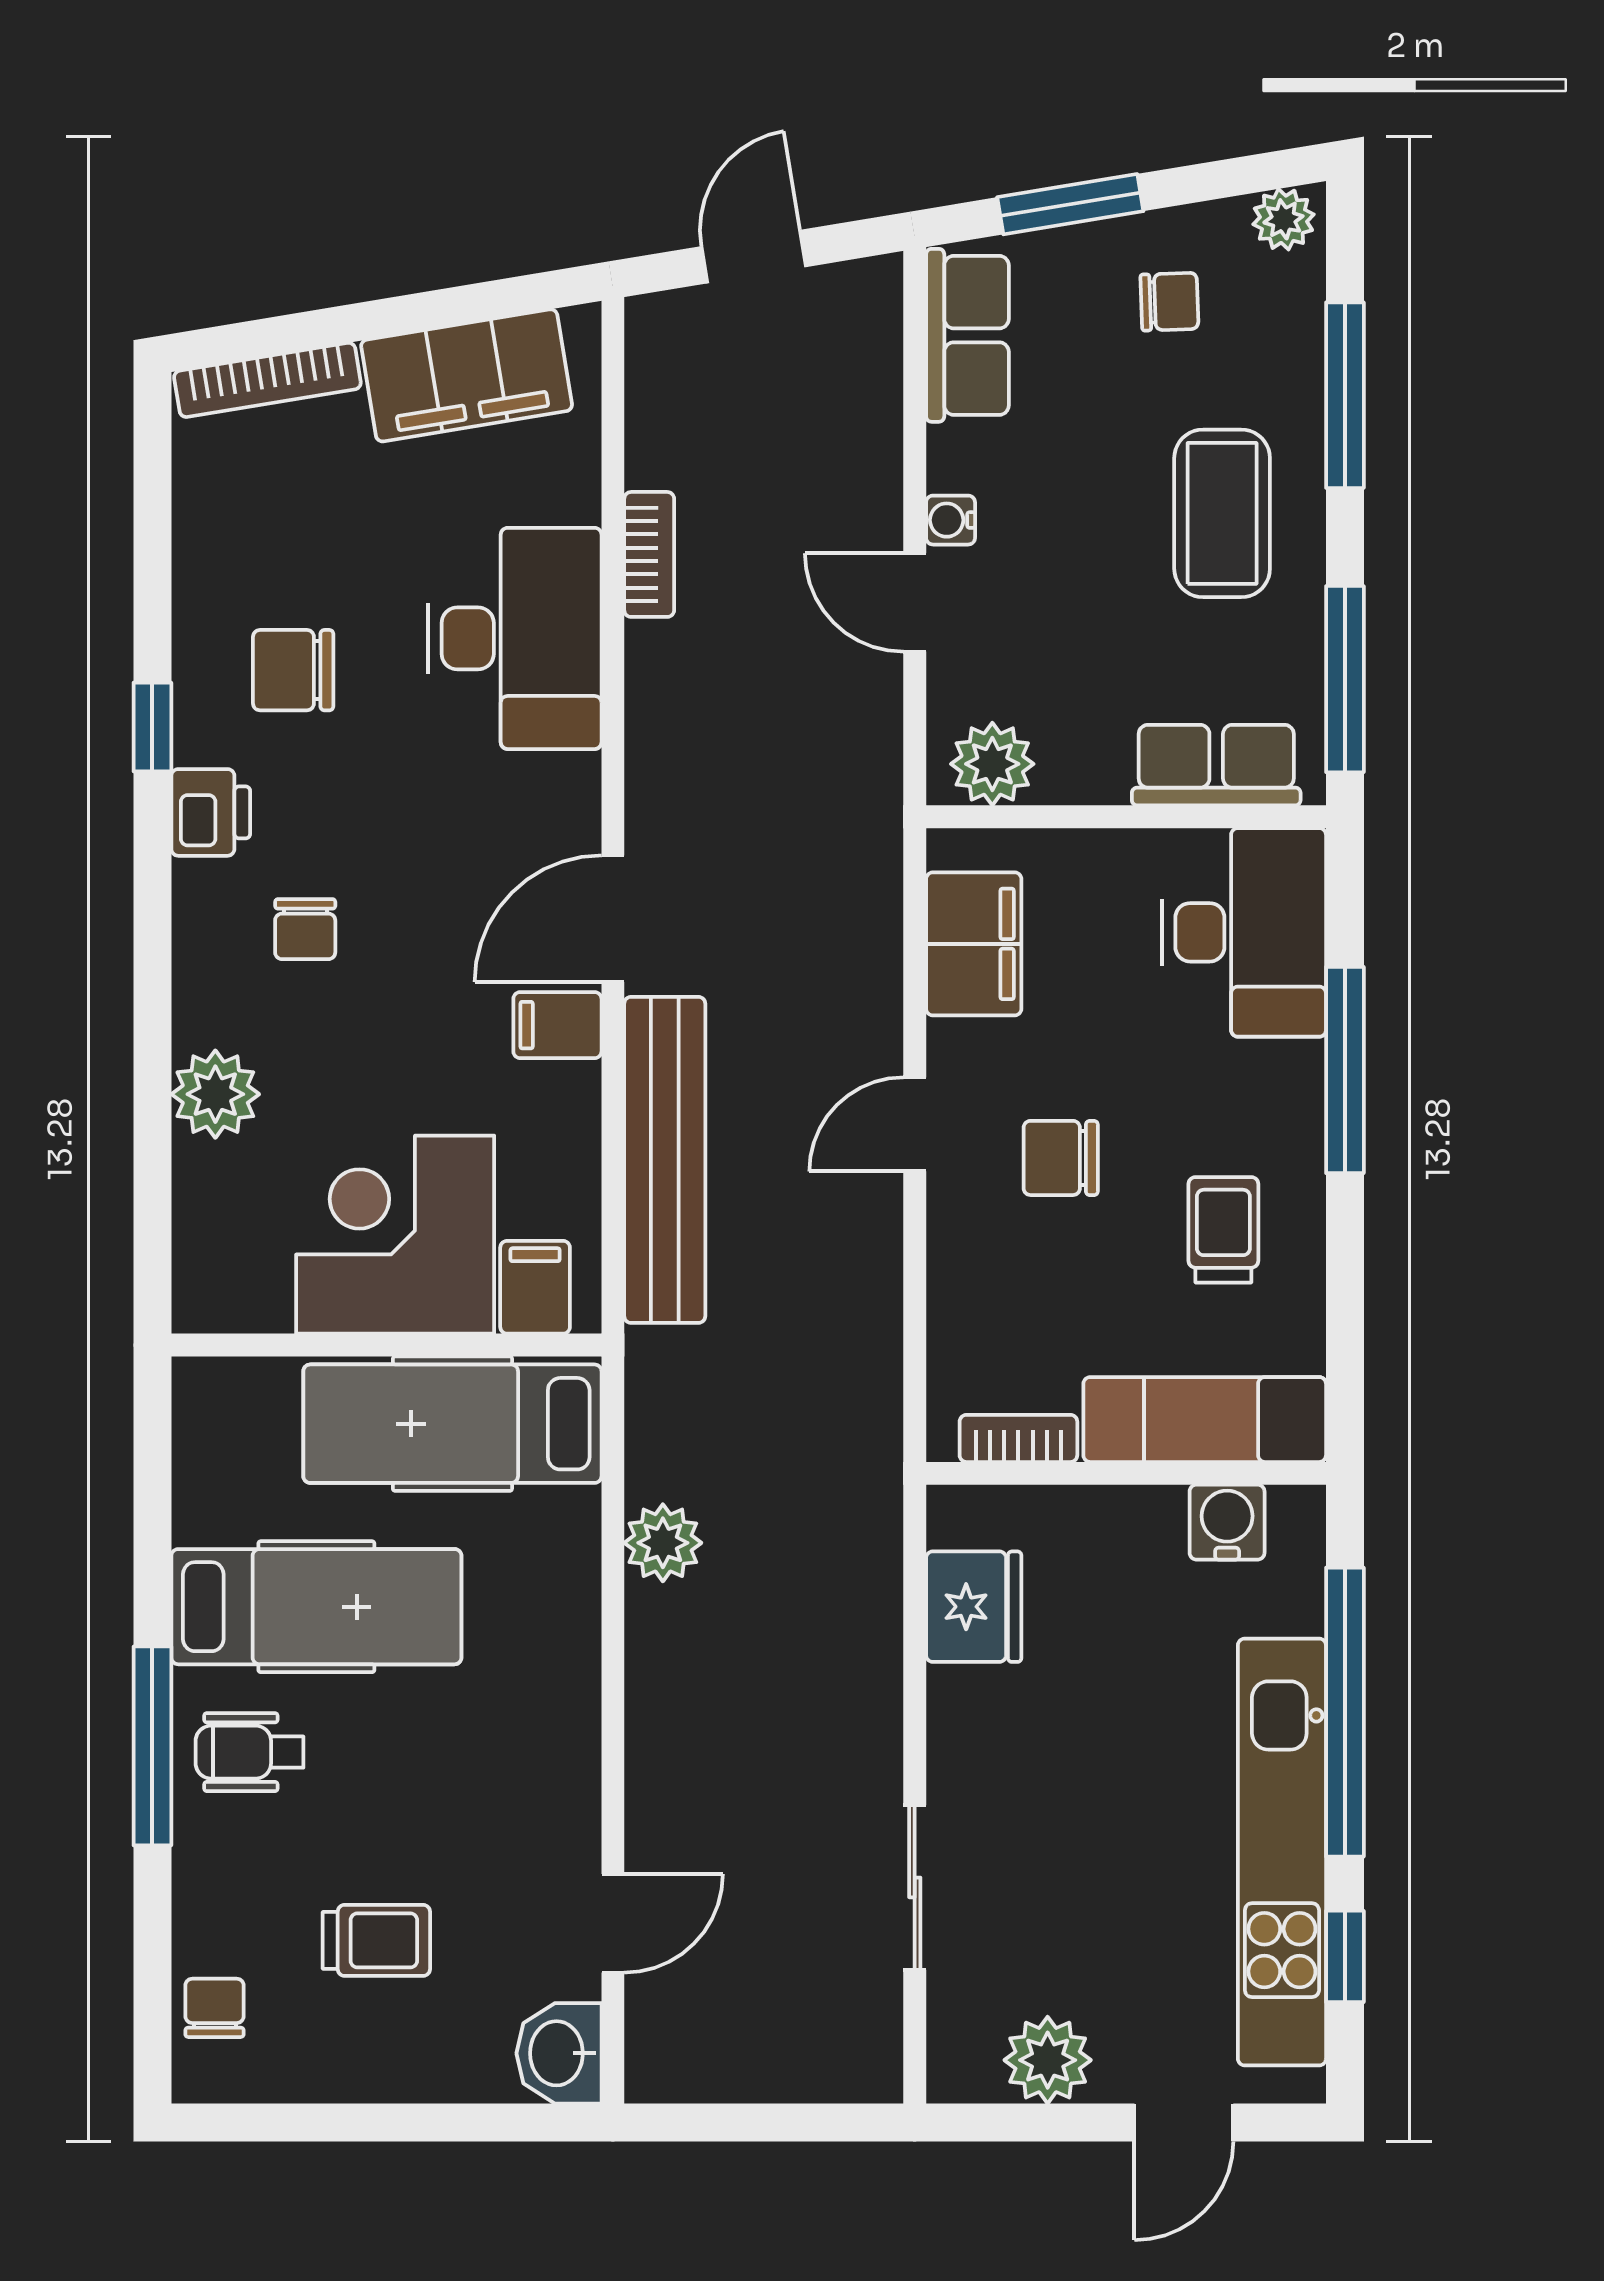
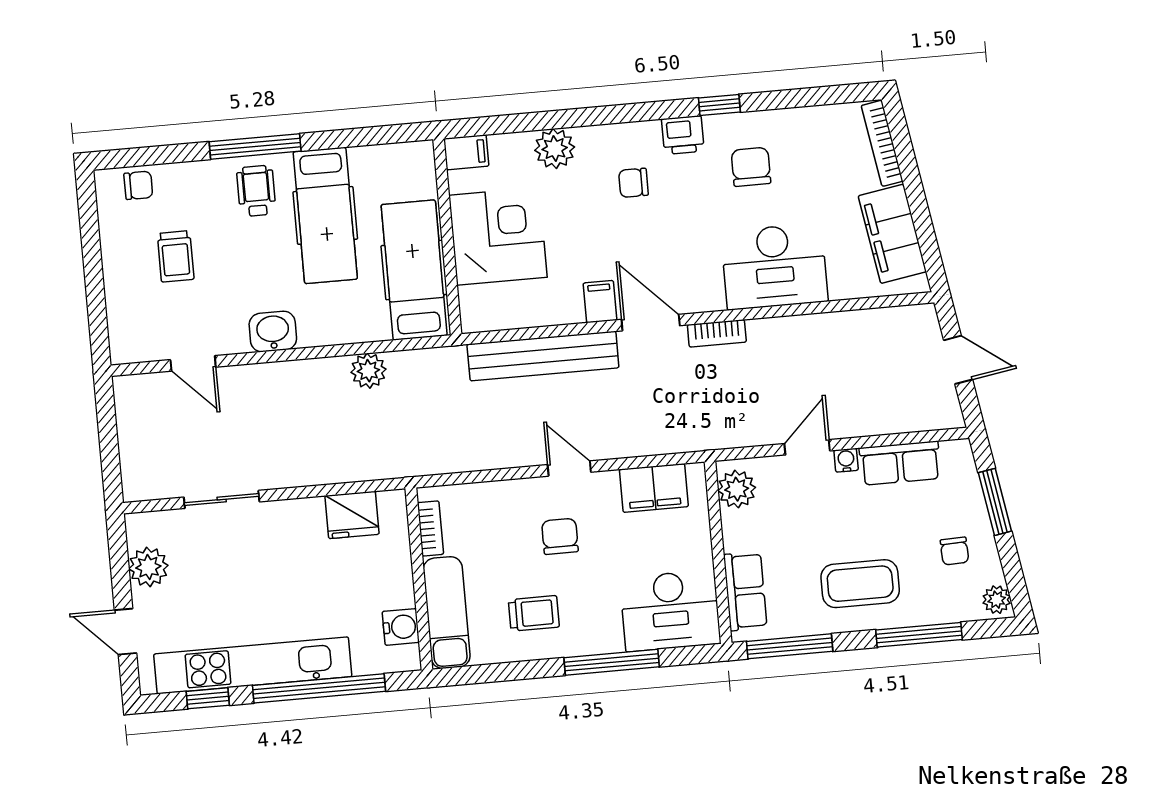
row of seats: (967, 335) -> (900, 463), moved
bookcase: (649, 554) -> (717, 333), moved
filing cabinet: (535, 1287) -> (466, 152), moved
washbasin: (559, 2053) -> (273, 332), moved

